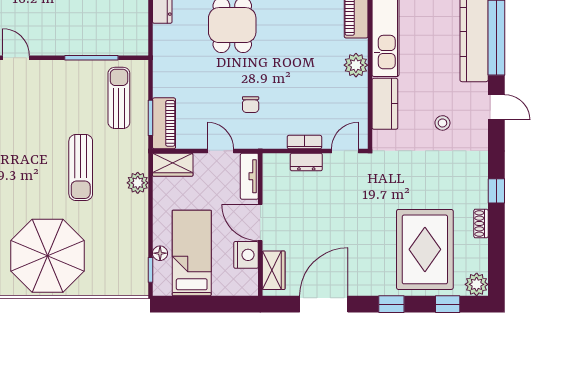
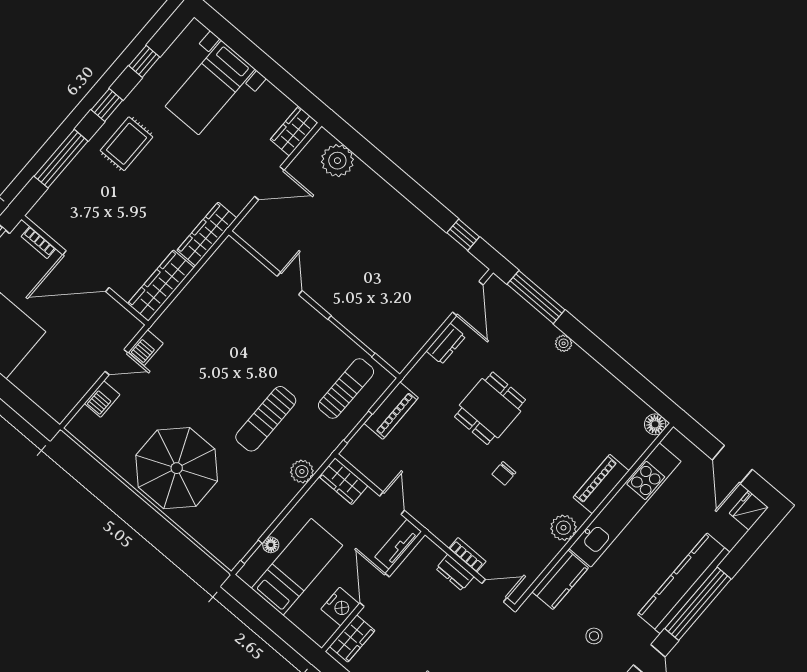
chair: (251, 105) -> (504, 473), moved
piano: (164, 123) -> (391, 411), moved

